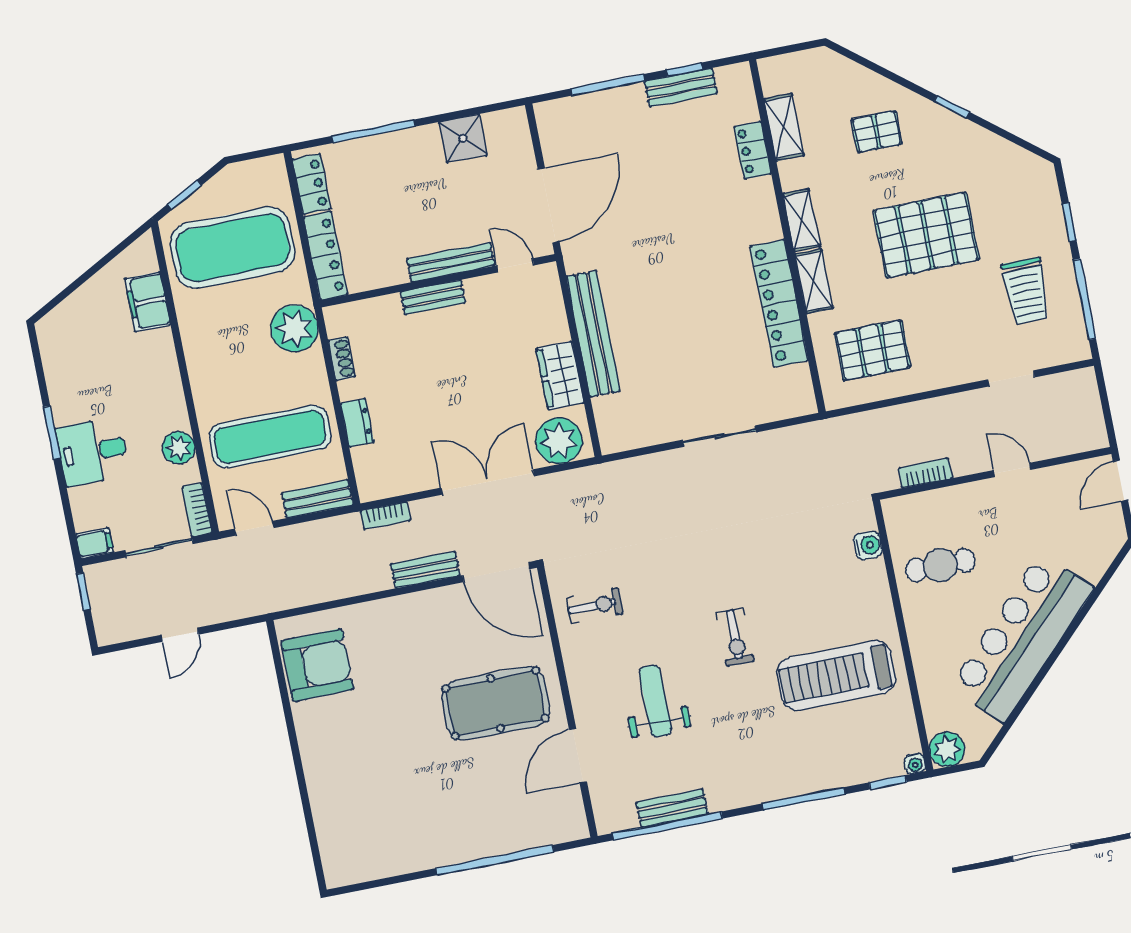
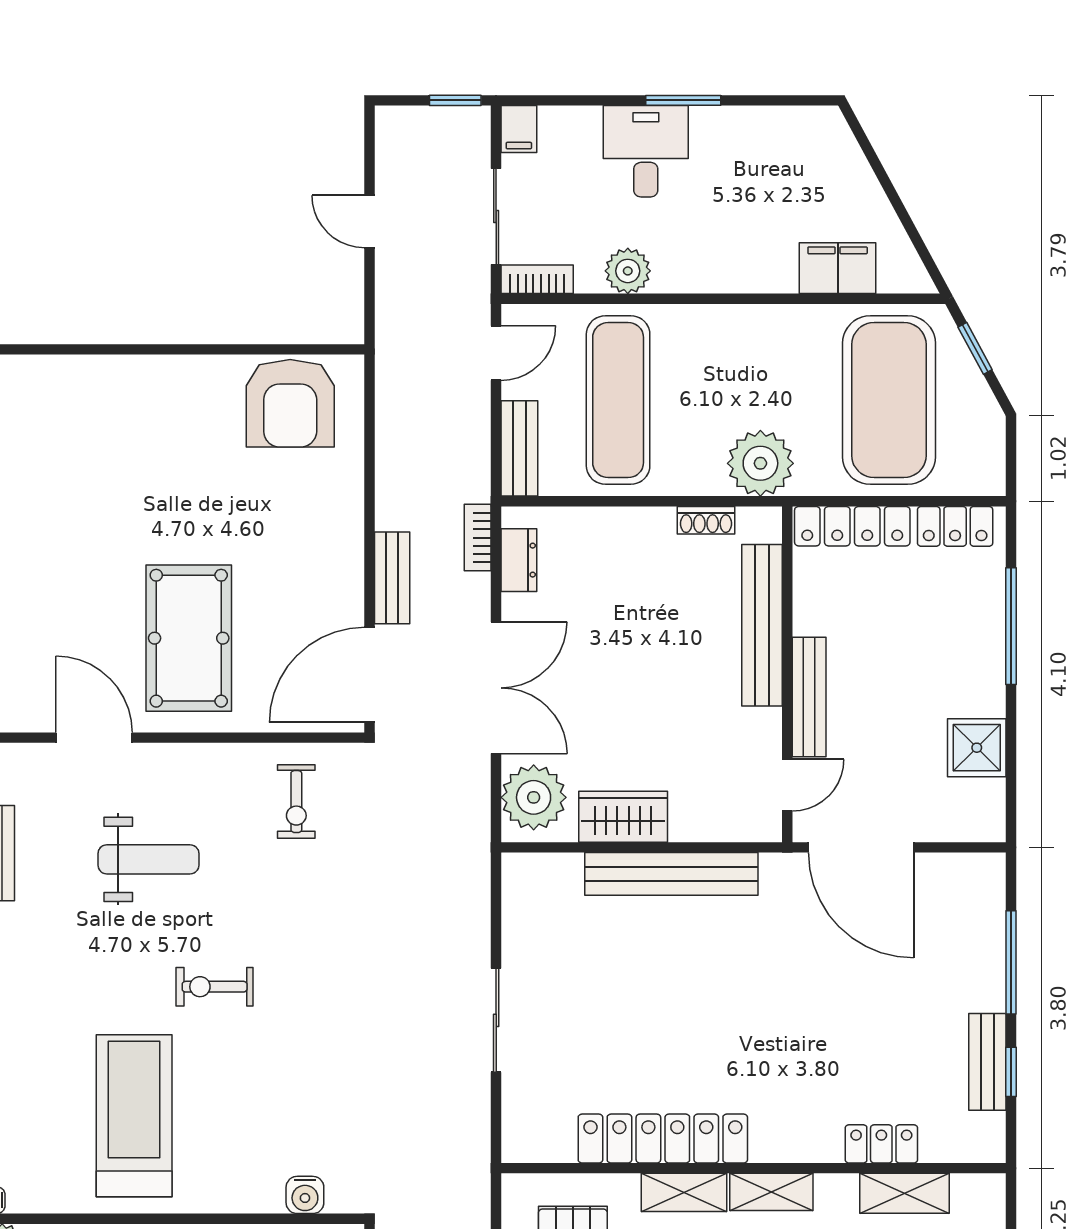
bench: (433, 297) -> (762, 625), width x1.86, depth x1.21
dresser: (357, 423) -> (519, 560), moved, turned -90

